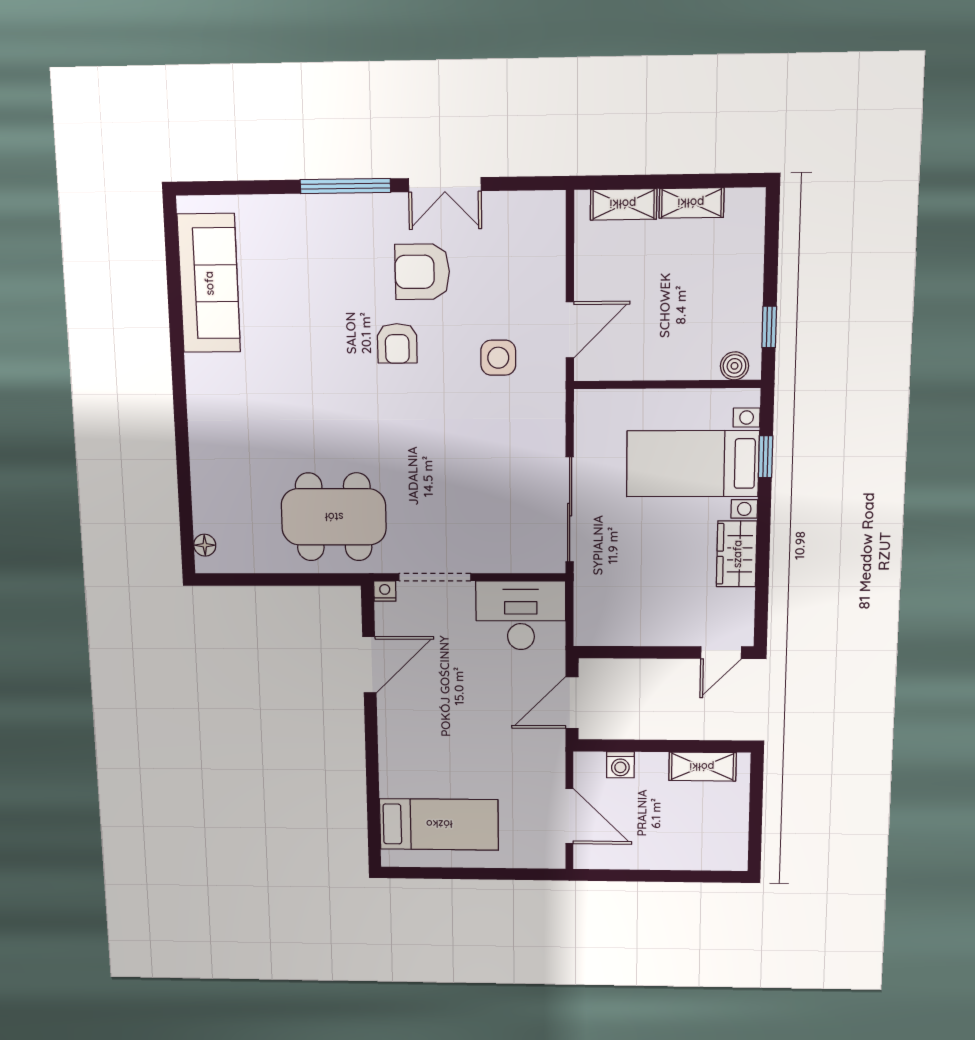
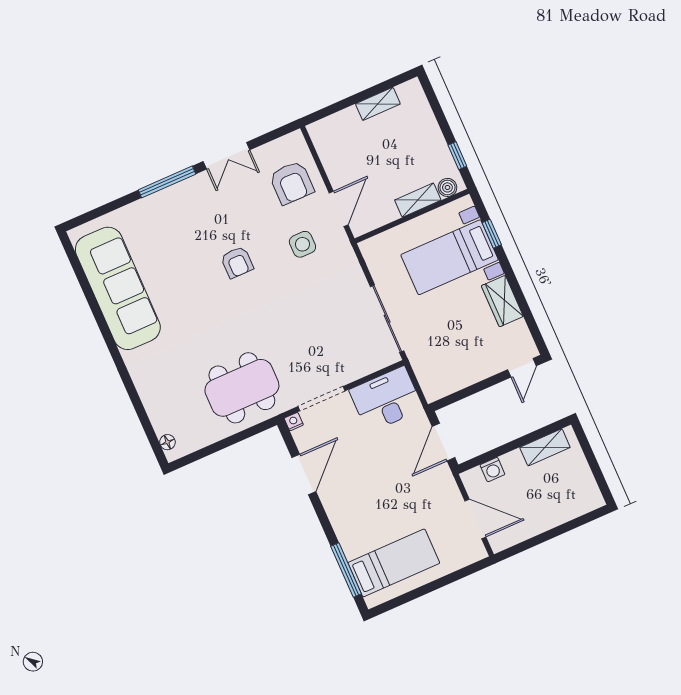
shelving: (623, 204) -> (418, 200), moved
armchair: (422, 272) -> (292, 183), moved, turned -90
sofa: (209, 283) -> (118, 288), width x1.36, depth x1.27
window: (373, 807) -> (346, 570), added

